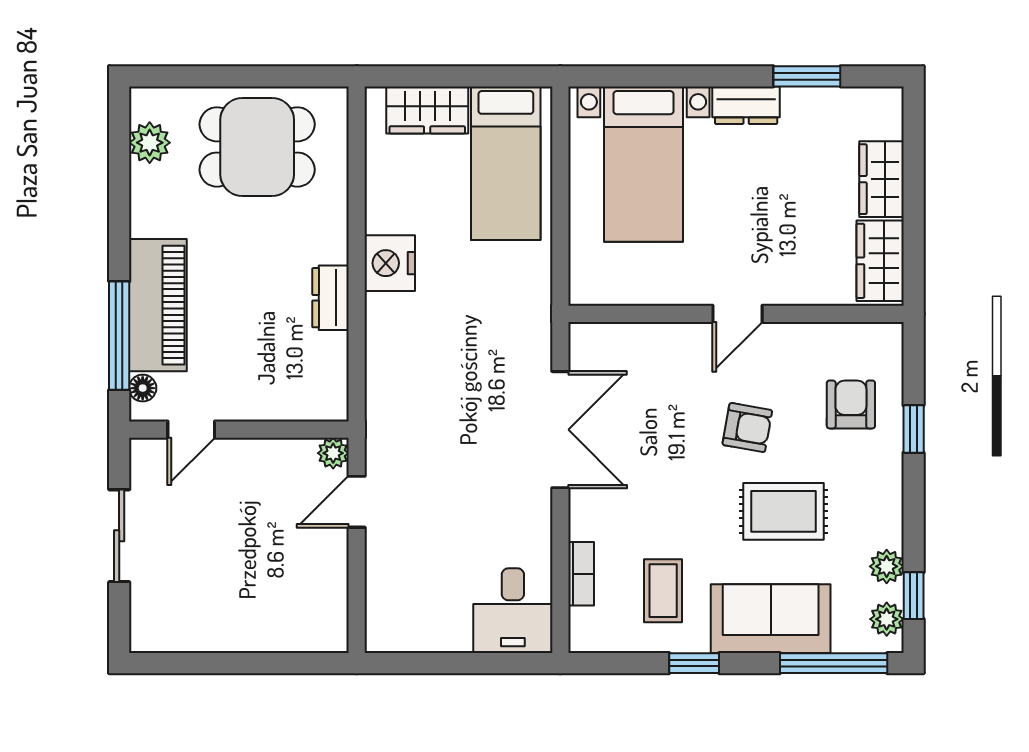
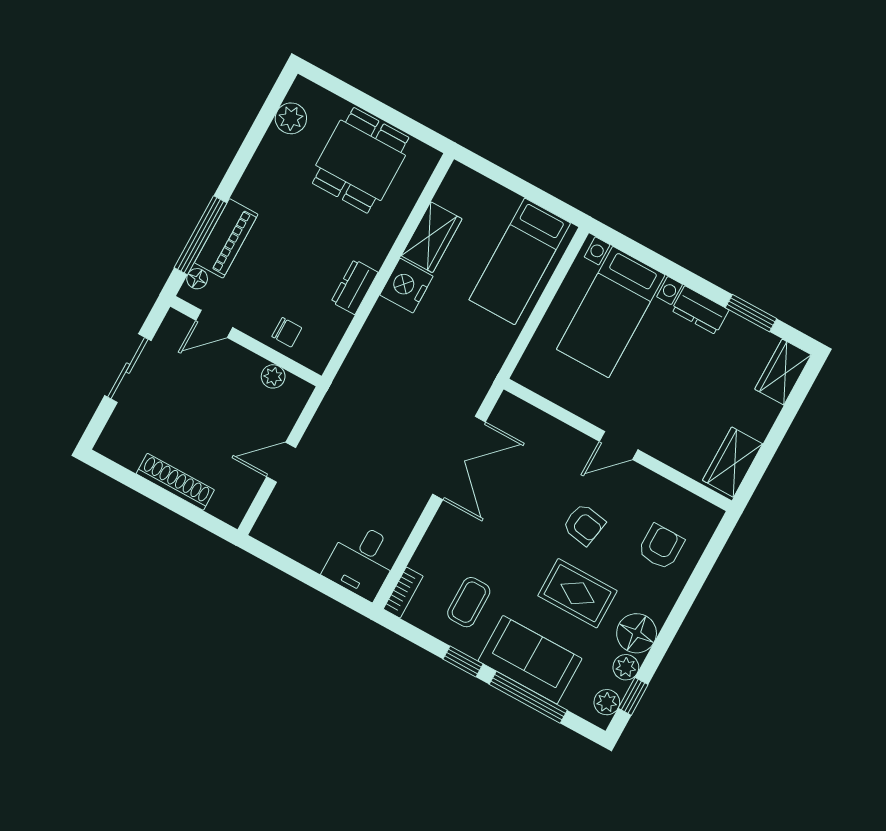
wardrobe: (427, 110) -> (432, 237), moved, turned -90
dining table: (257, 147) -> (361, 160), turned 90
wardrobe: (882, 179) -> (783, 372), moved
piano: (158, 305) -> (226, 238), width x0.73, depth x0.75
chair: (281, 393) -> (287, 332), added
window: (914, 429) -> (694, 586), removed
plant: (333, 453) -> (273, 376), moved
door: (357, 502) -> (281, 462), moved
floor lamp: (877, 520) -> (637, 633), added
bookcase: (581, 574) -> (403, 593), moved
shoe rack: (246, 637) -> (175, 482), added
window: (834, 663) -> (528, 697), moved

